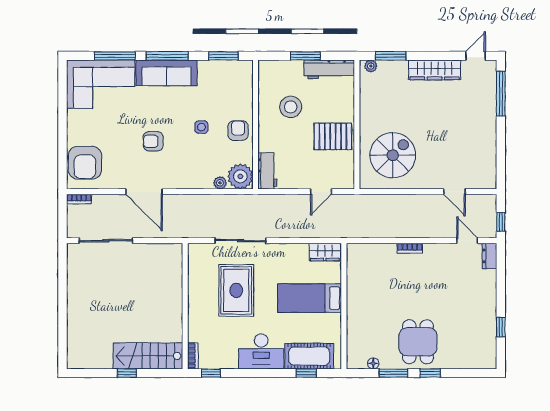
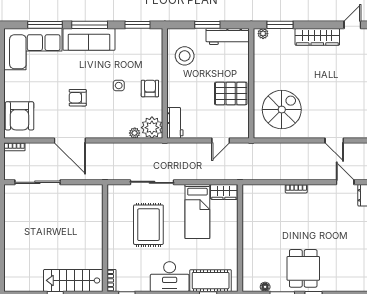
stool: (291, 107) -> (185, 56), moved
bed: (310, 298) -> (197, 211), moved, turned -90

